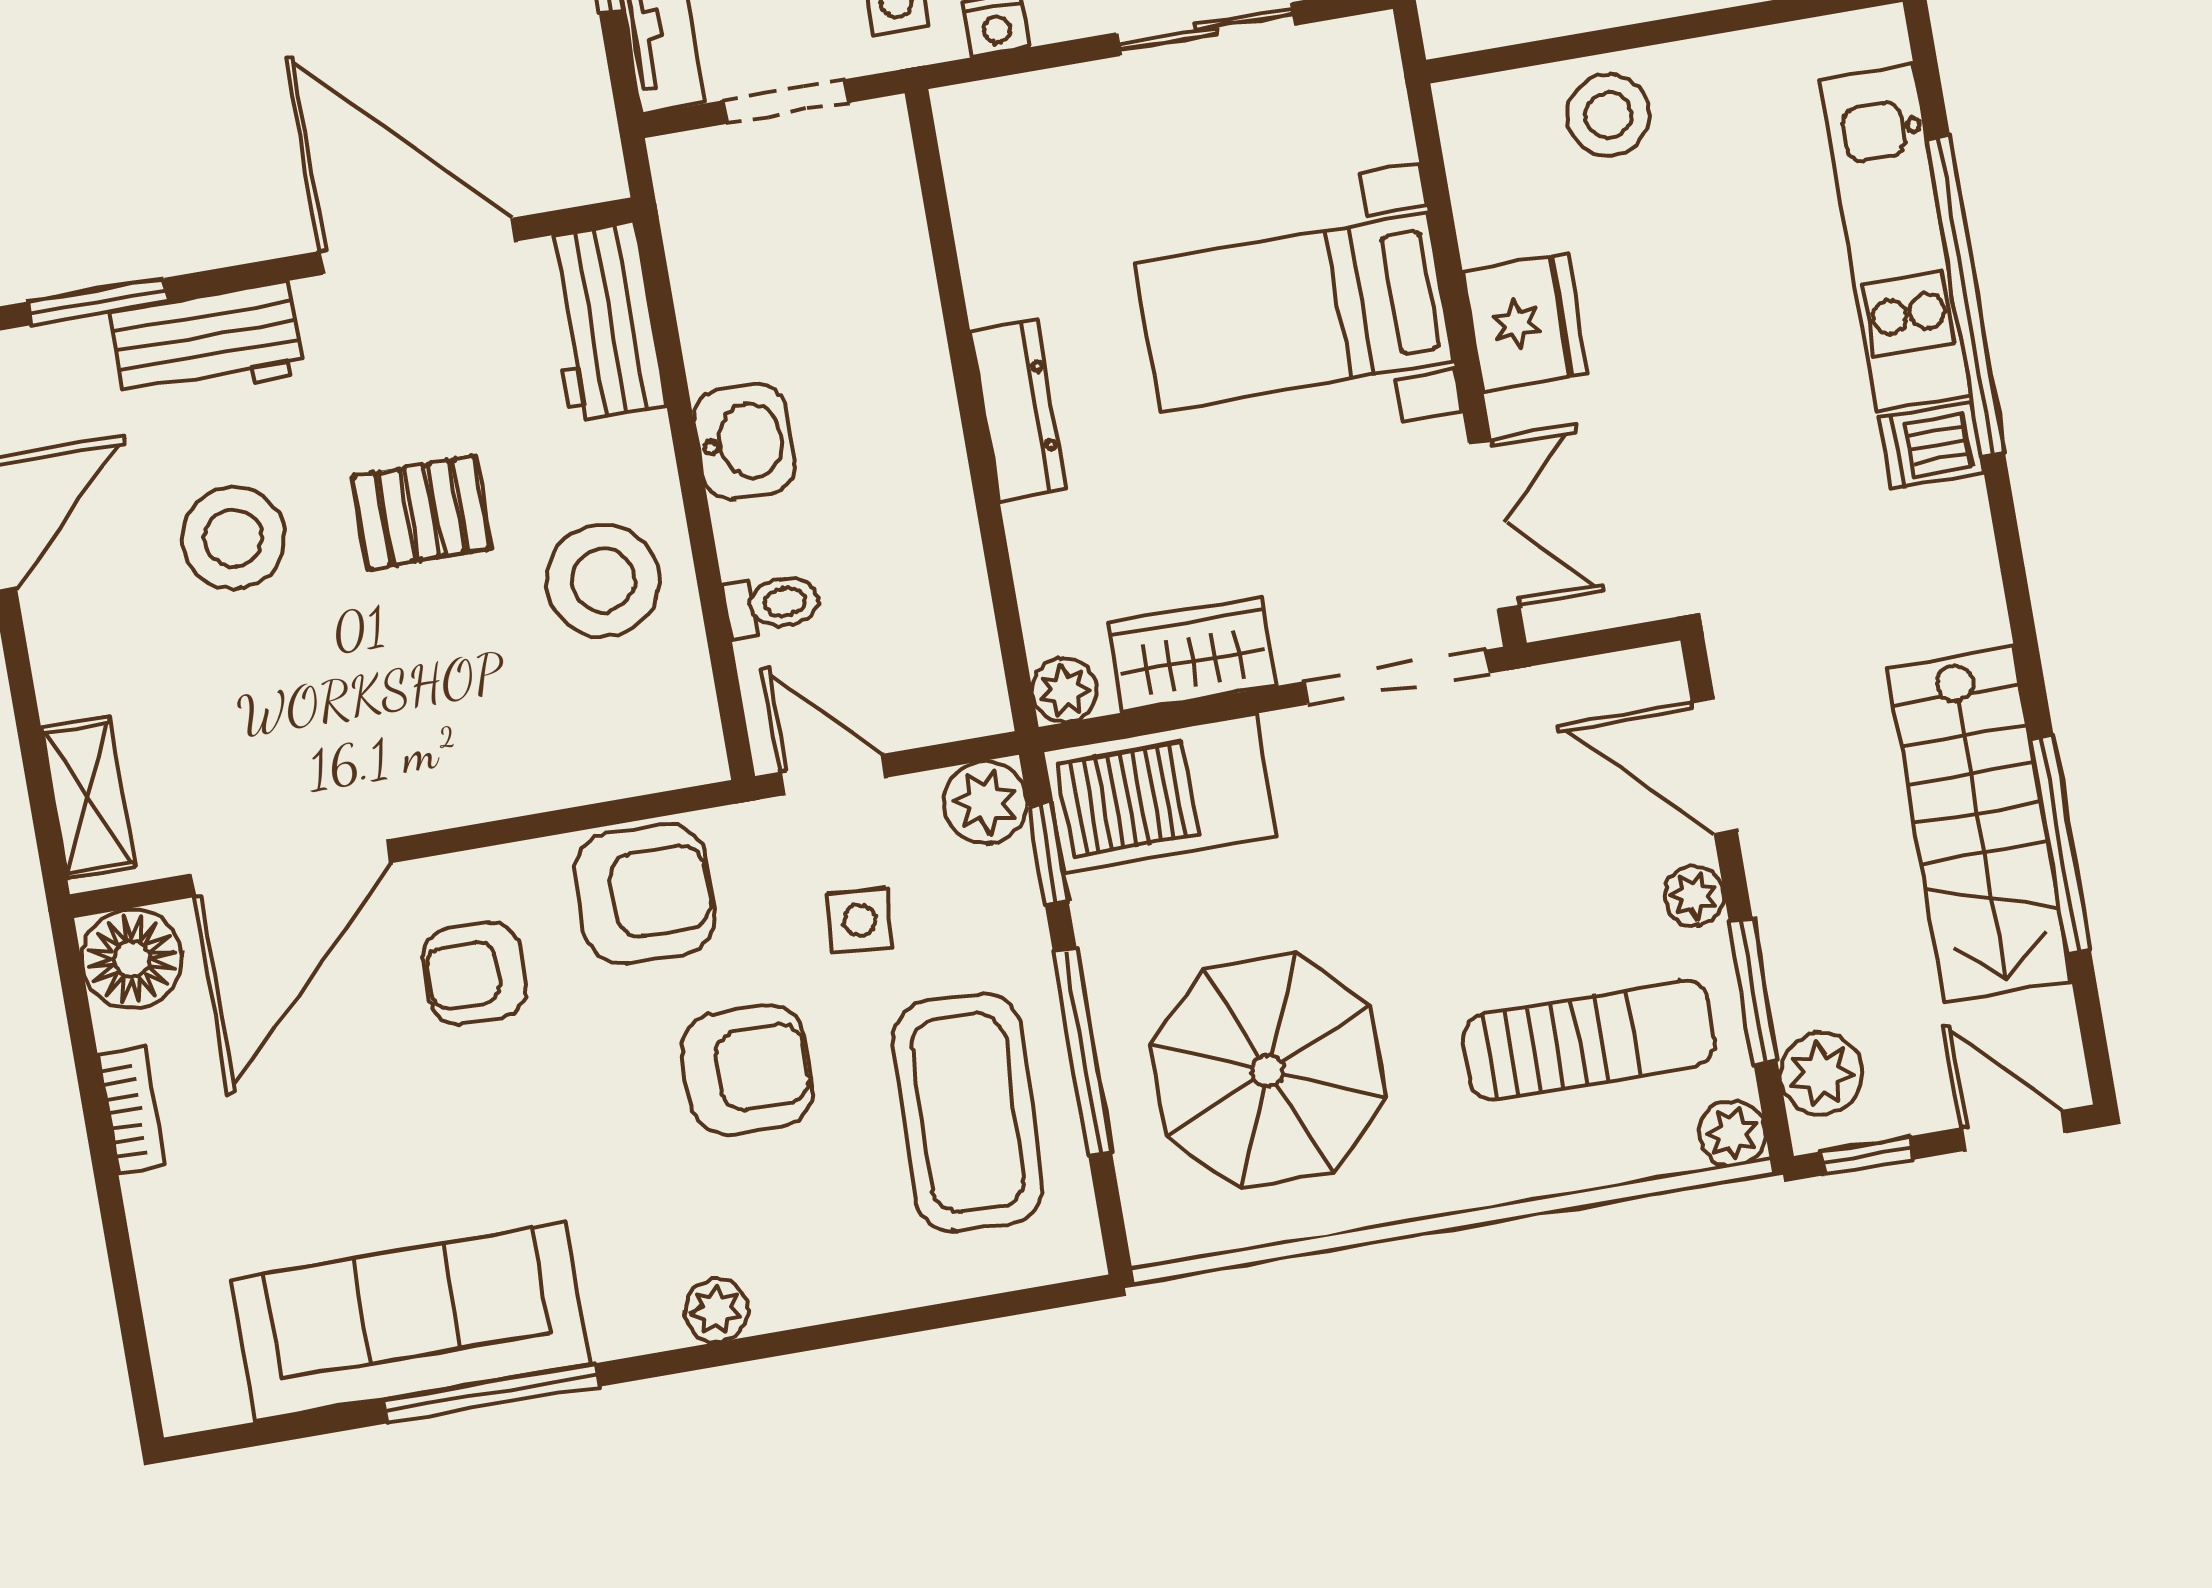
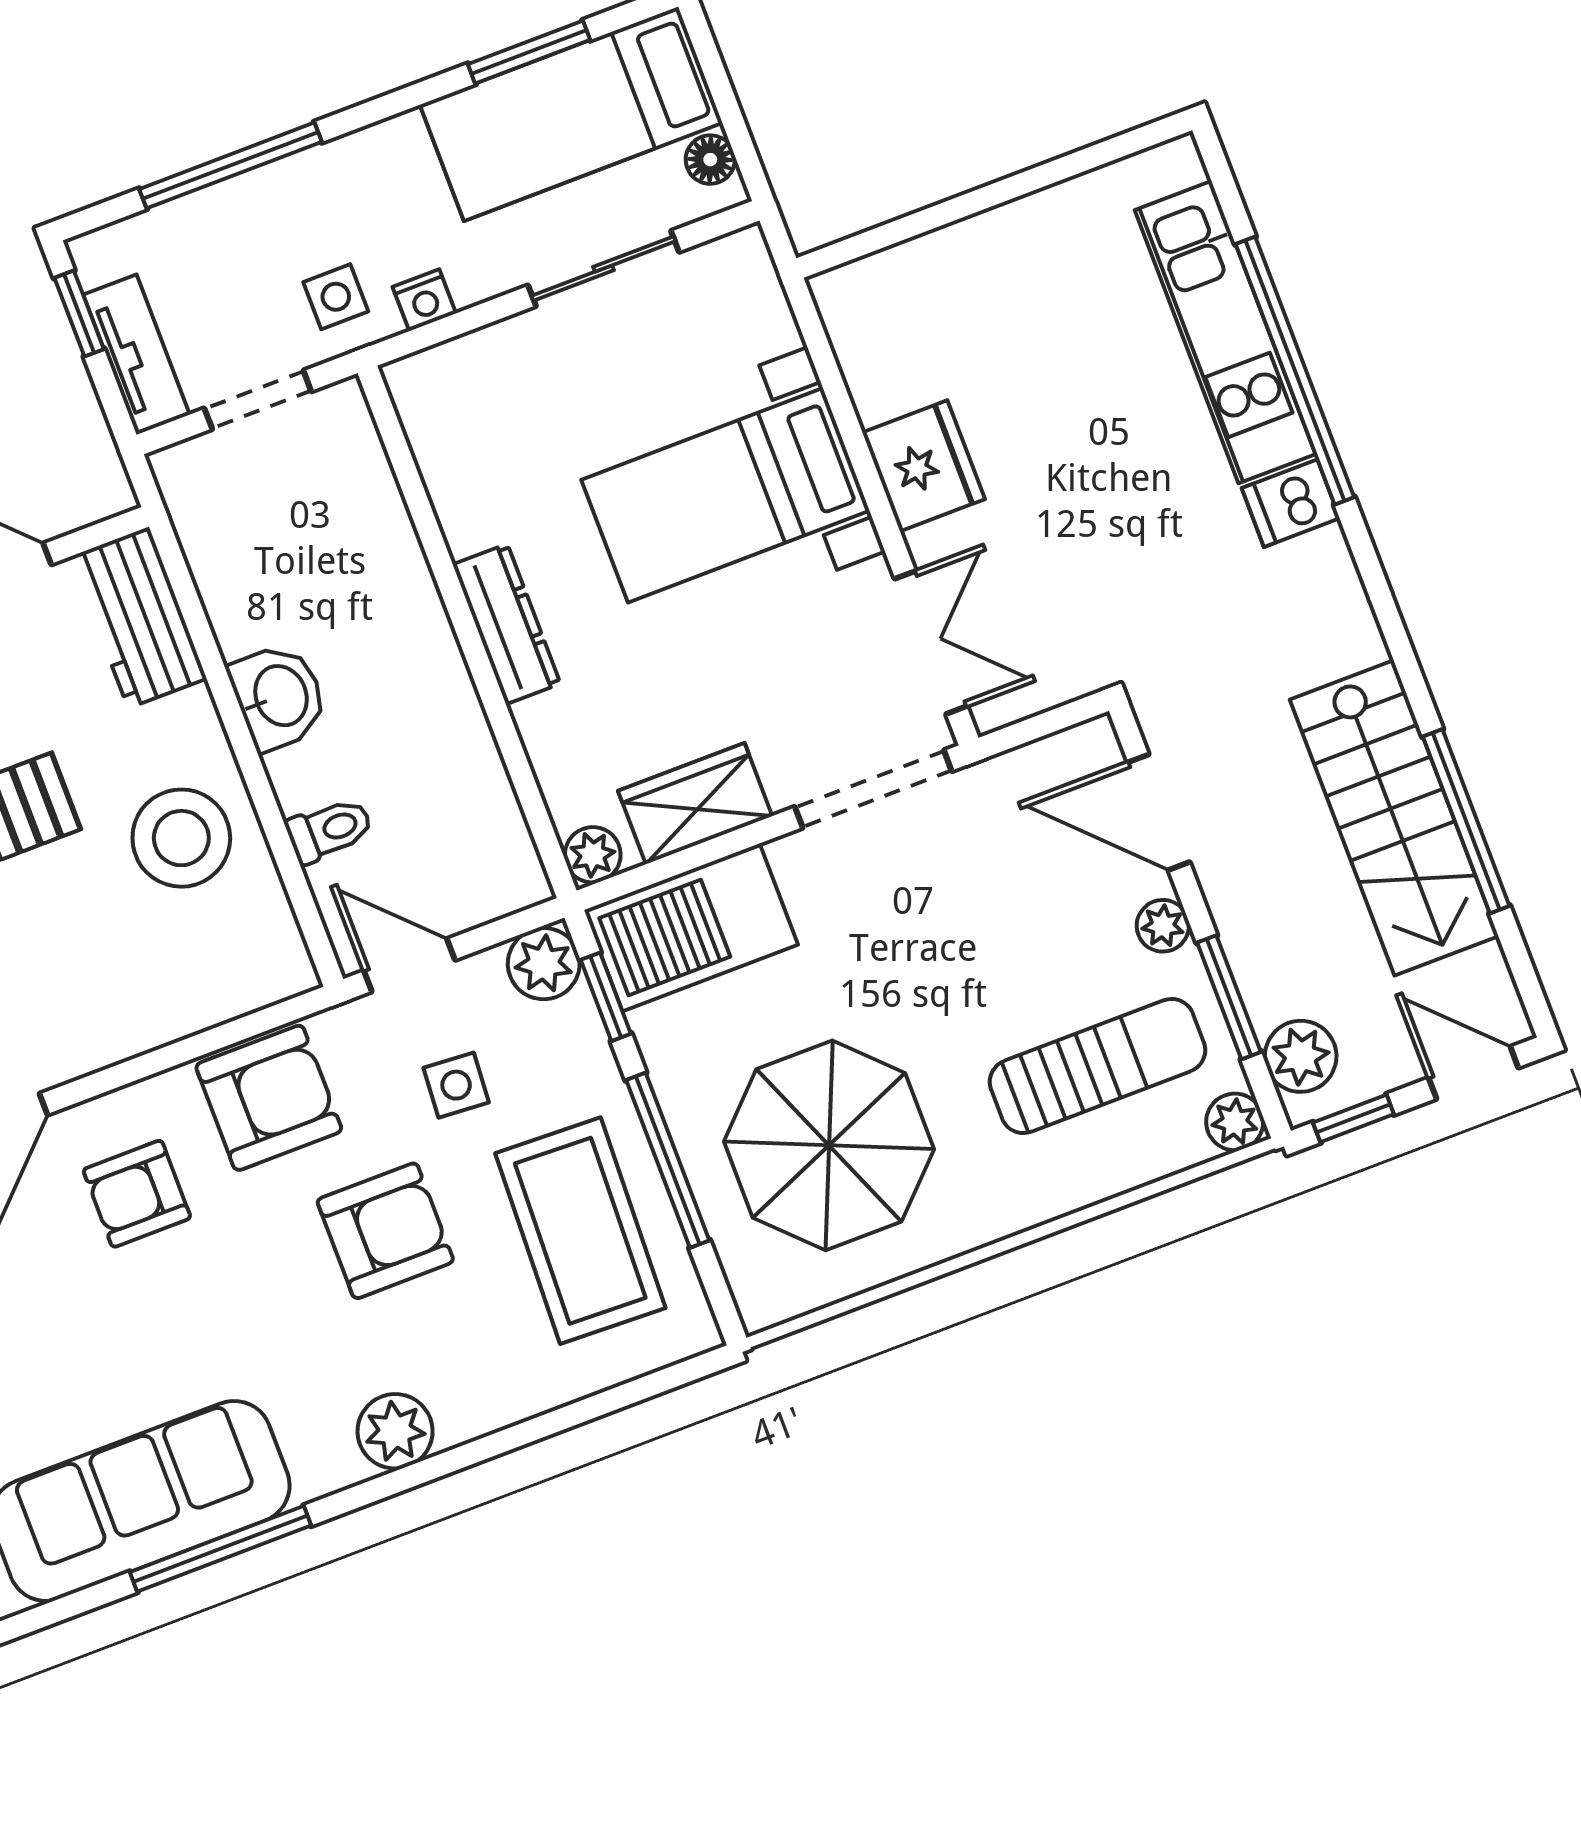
stool: (1608, 115) -> (960, 275), removed
plant: (716, 1310) -> (395, 1431), width x1.38, depth x1.38

